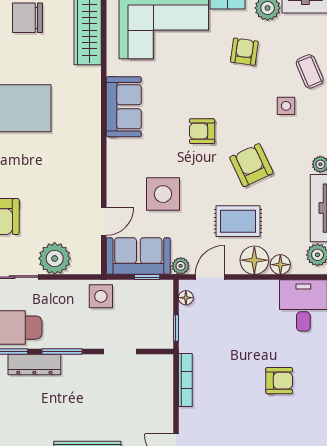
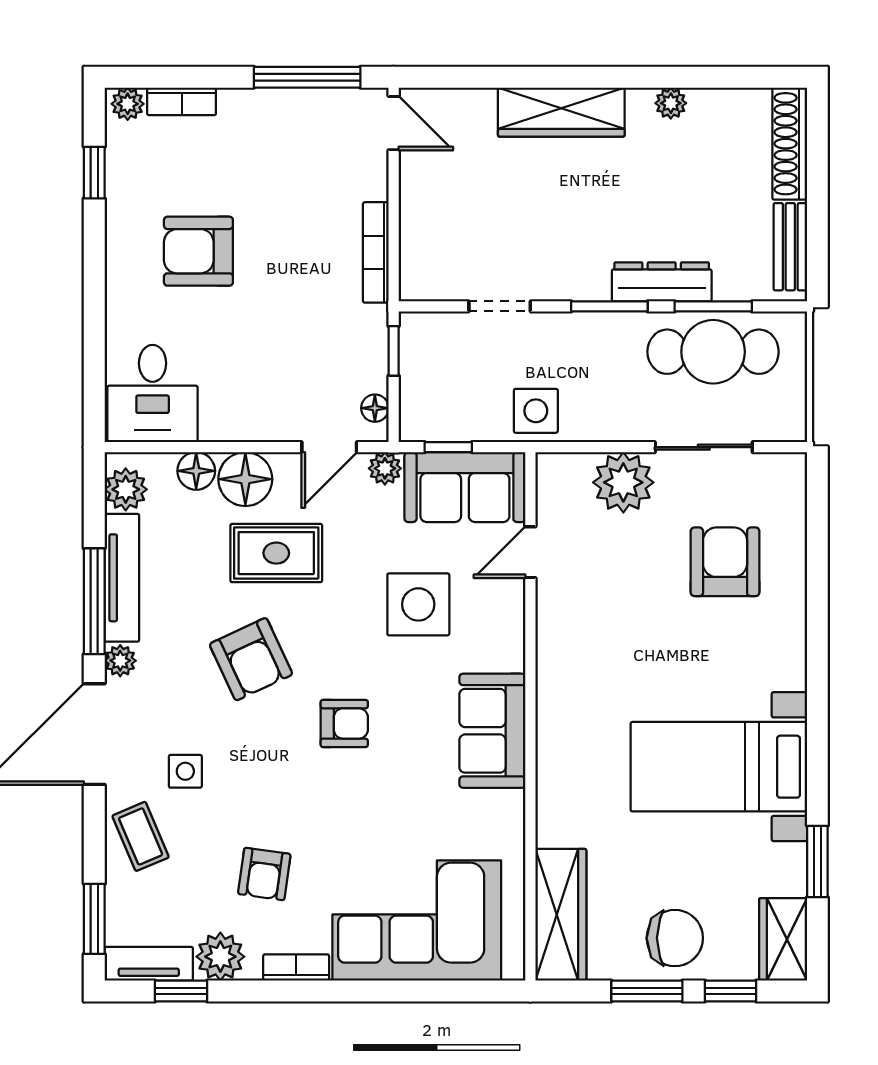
sofa: (124, 107) -> (492, 731), moved
armchair: (279, 381) -> (198, 251), width x1.38, depth x1.38

